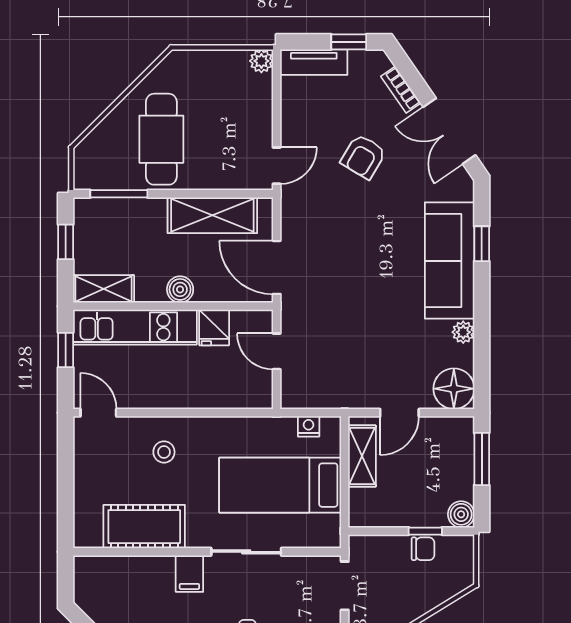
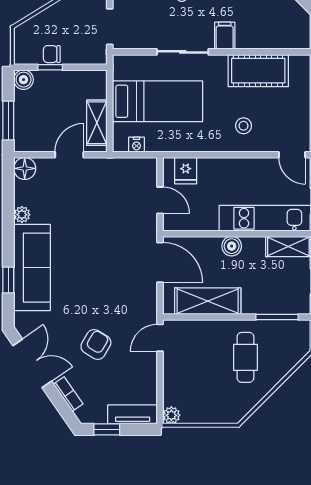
cafe table: (161, 139) -> (245, 357), width x0.73, depth x0.74
fridge: (214, 328) -> (186, 171), moved, turned 180
floor lamp: (454, 389) -> (25, 168), width x0.73, depth x0.73

